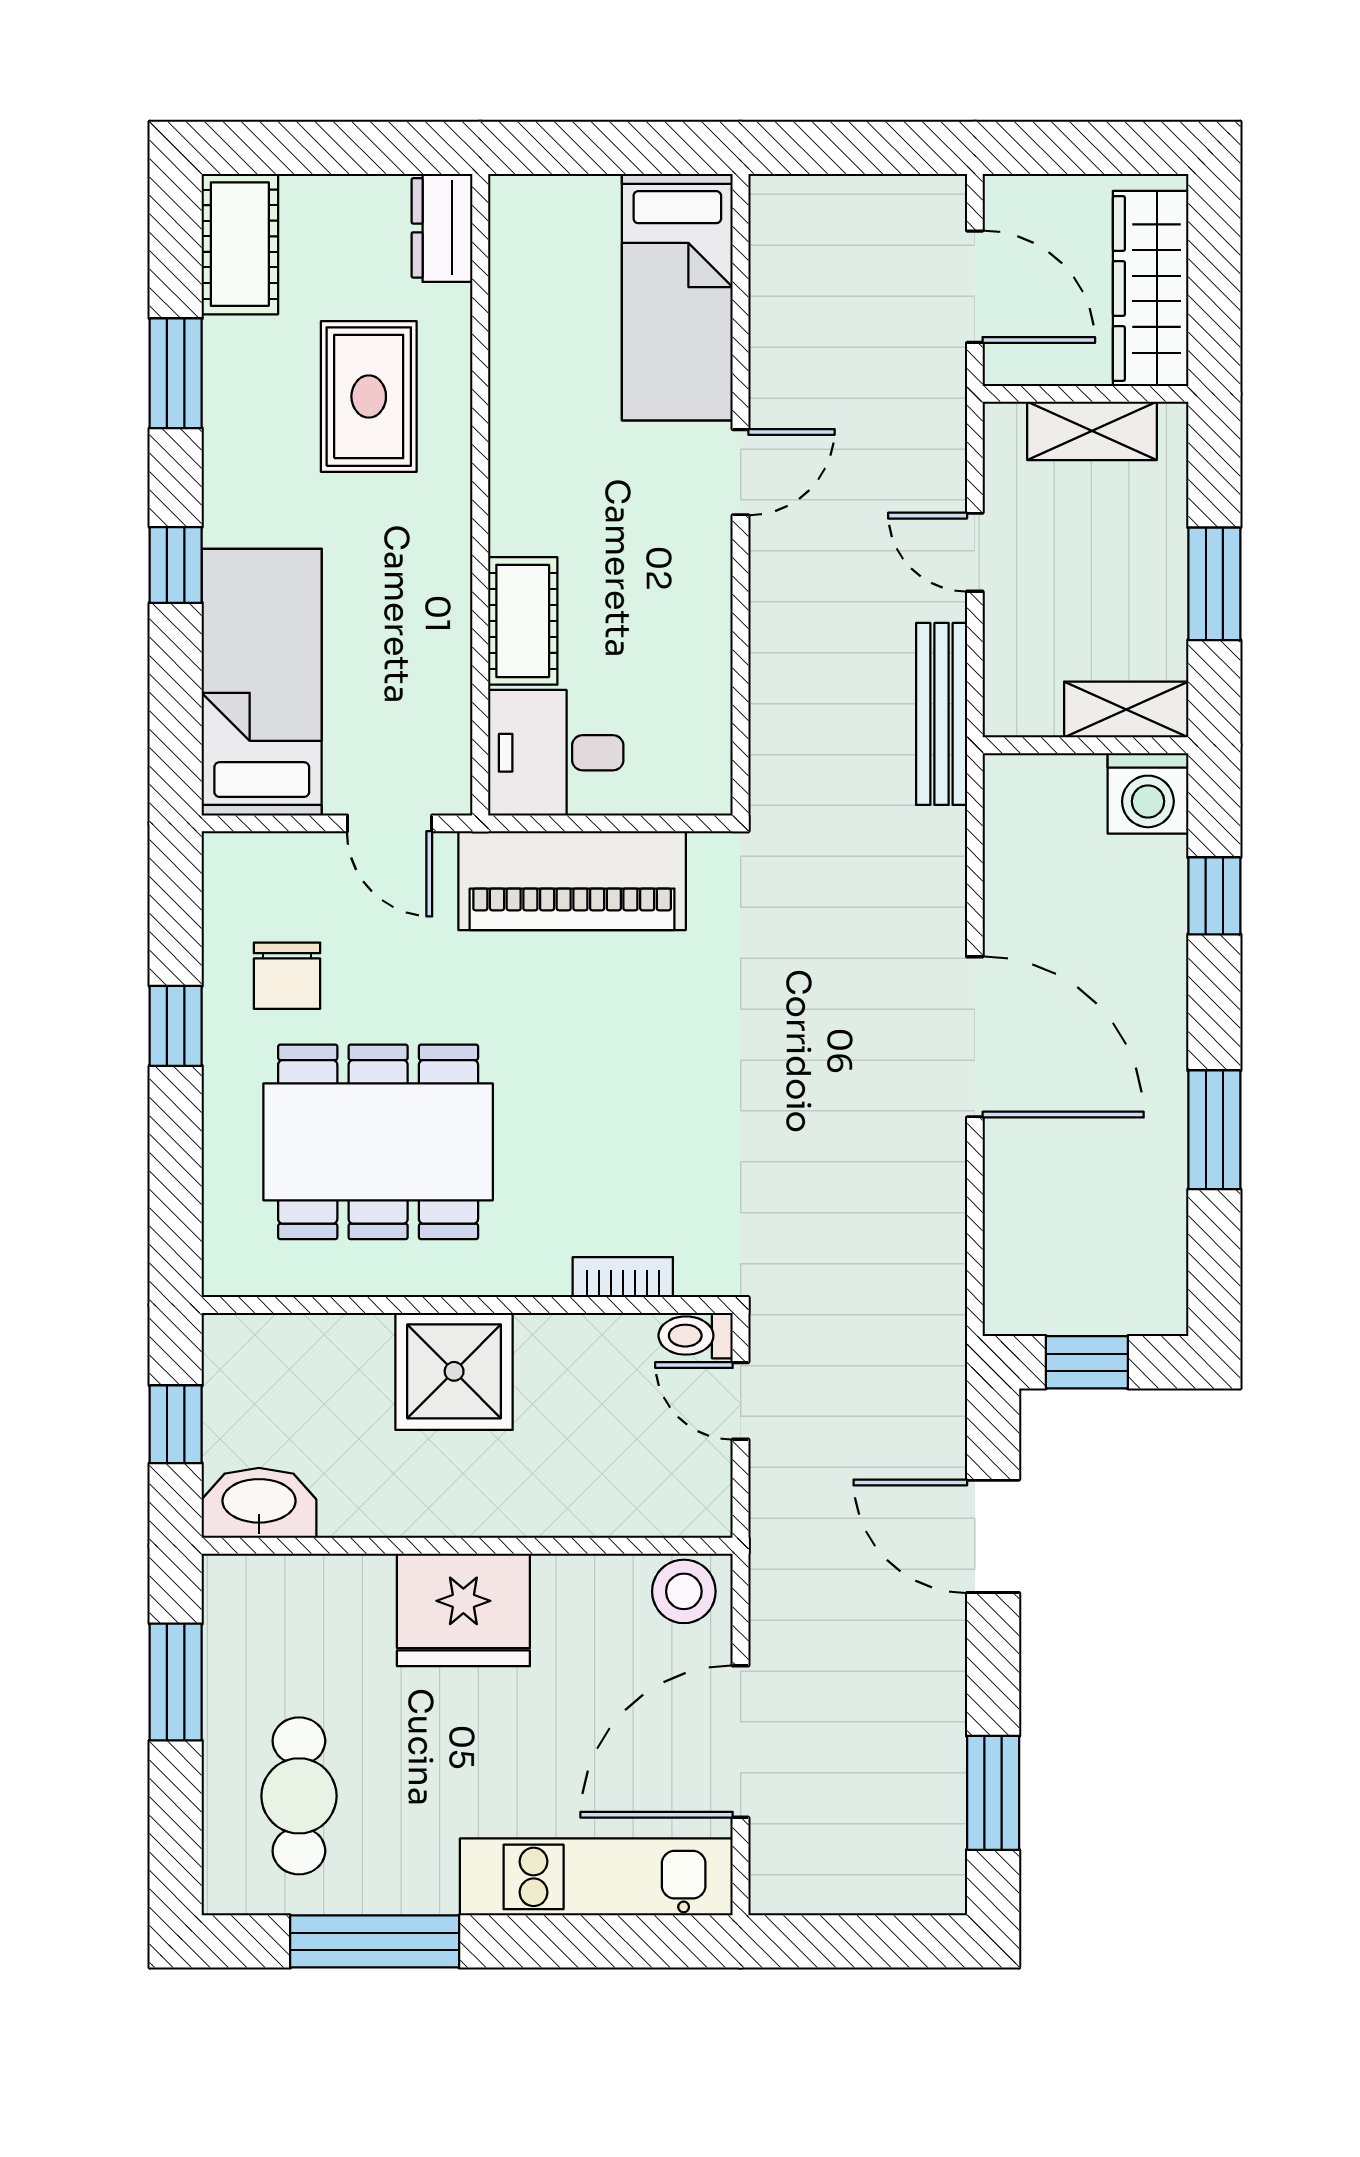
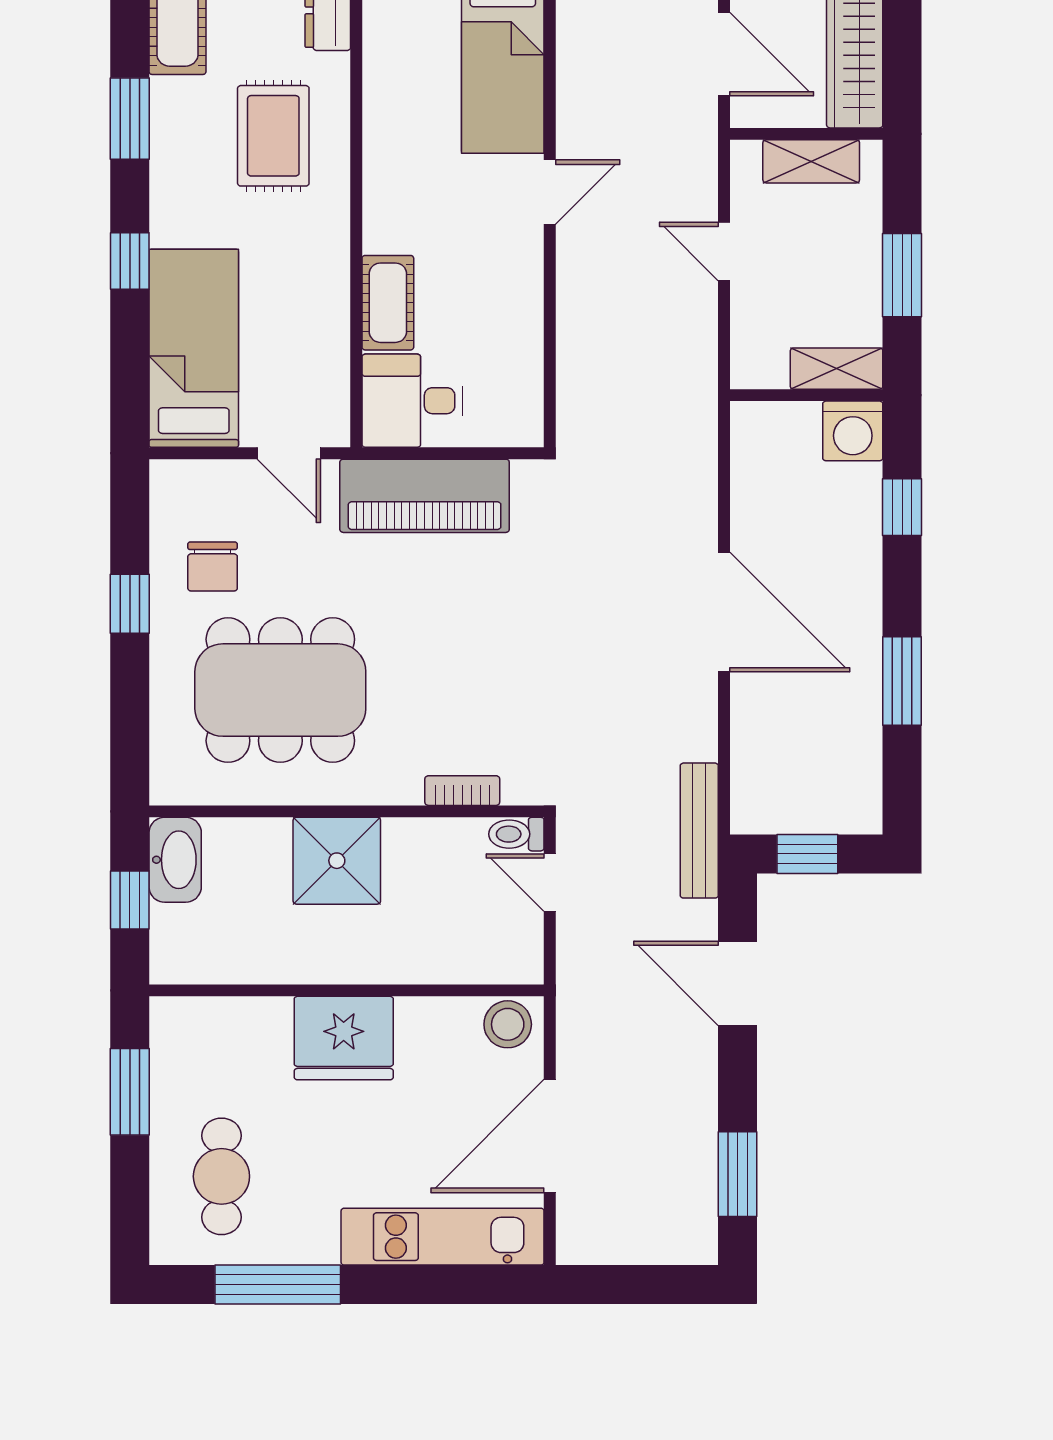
bench: (942, 714) -> (699, 831), moved
washbasin: (259, 1503) -> (175, 860), moved, turned 90

